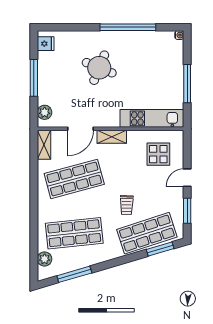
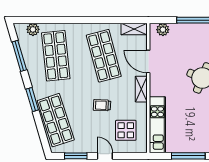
trolley: (127, 205) -> (102, 105), moved
window: (160, 249) -> (32, 100), moved

